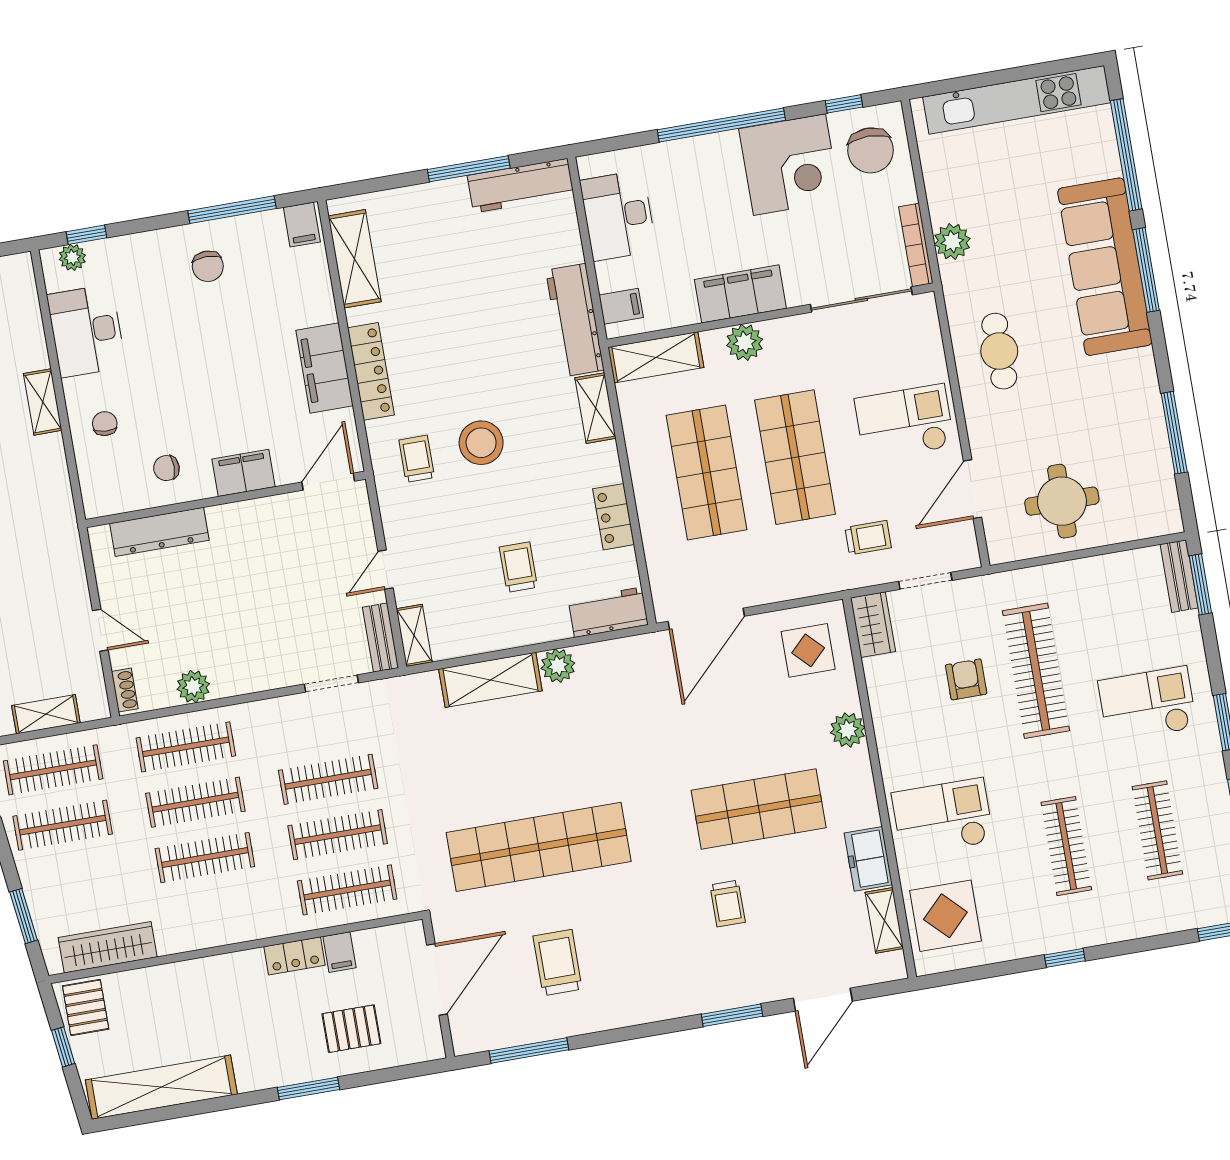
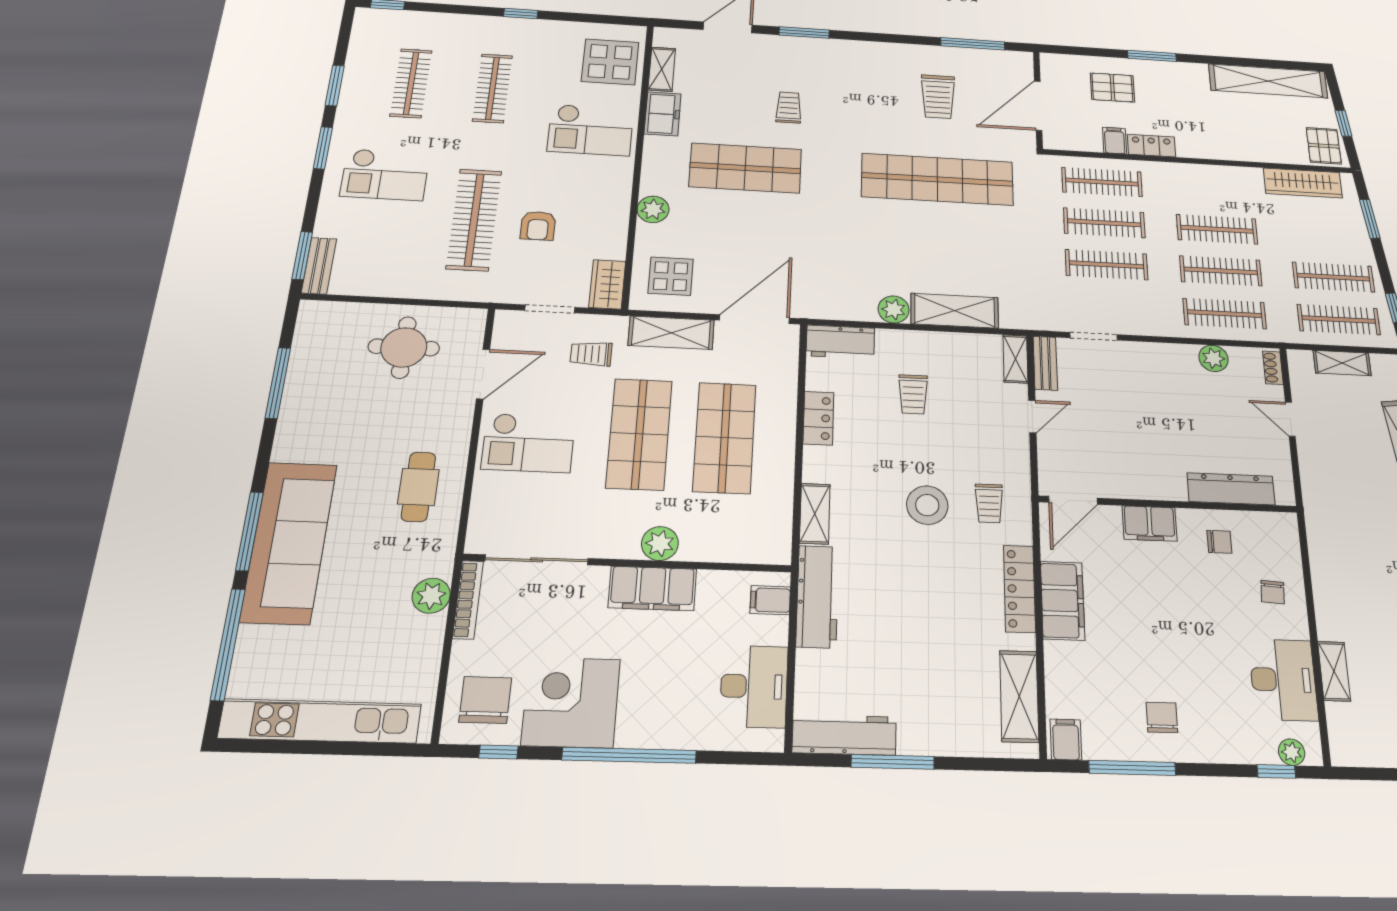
shelving: (656, 357) -> (671, 333), moved
shelving: (43, 402) -> (1334, 671), moved

